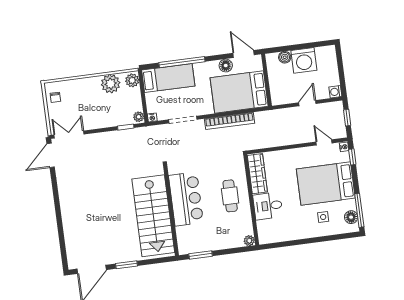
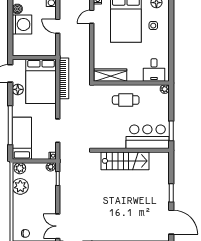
boiler: (285, 57) -> (17, 9), moved
bookcase: (230, 121) -> (64, 78), moved
bar counter: (186, 199) -> (147, 137), moved
desk: (268, 206) -> (154, 70), moved
stairs: (153, 216) -> (125, 161), width x0.73, depth x0.66

